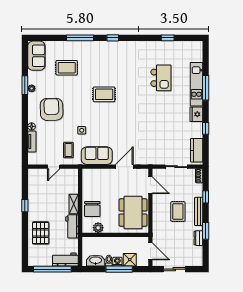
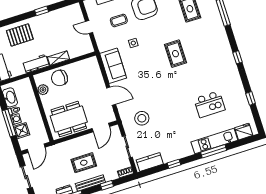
window: (113, 38) -> (238, 57), moved
fridge: (196, 114) -> (244, 132), moved
stool: (154, 145) -> (142, 118), added
coffee table: (68, 150) -> (119, 20), moved

